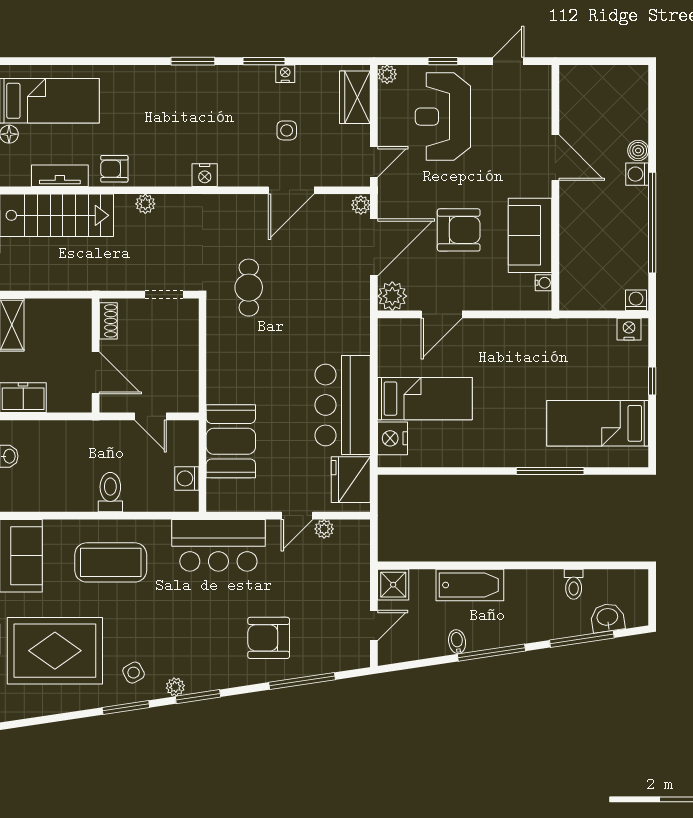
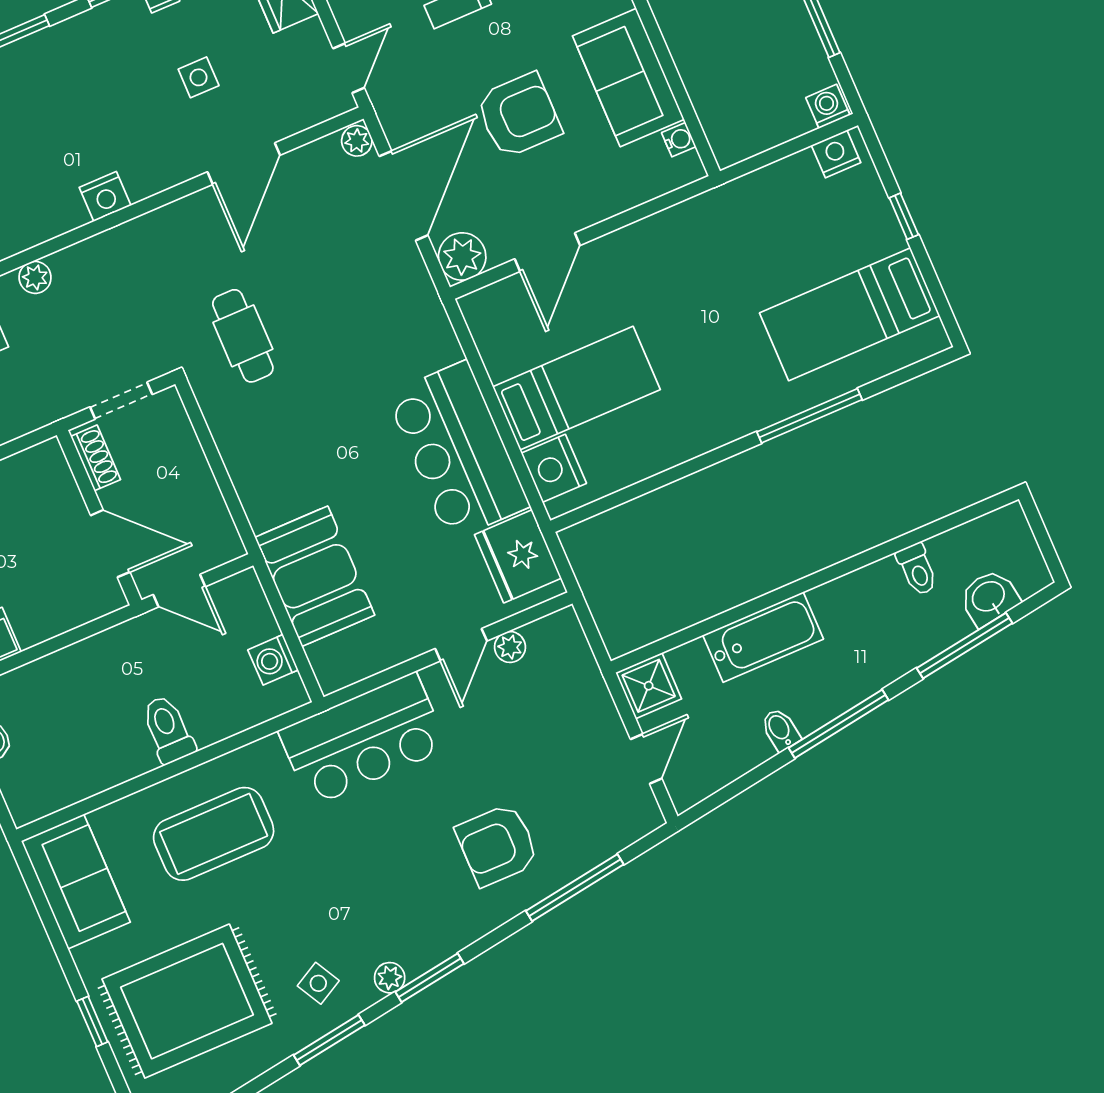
shoe rack: (108, 321) -> (96, 458), moved
wall: (96, 355) -> (99, 518), moved
door: (96, 373) -> (110, 544), moved

